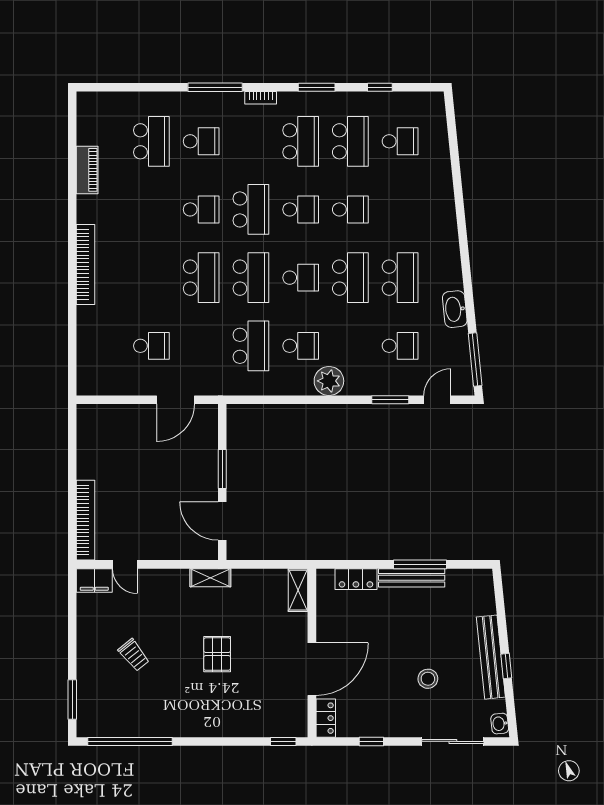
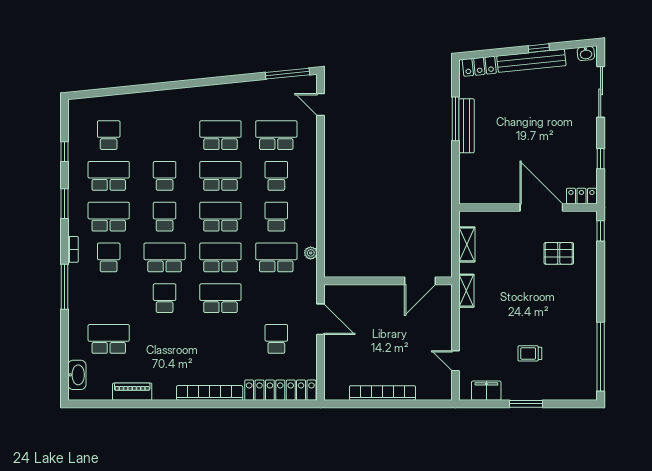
school desk: (201, 141) -> (109, 257), moved
school desk: (301, 278) -> (220, 217), width x1.85
washbasin: (455, 309) -> (77, 375), moved, turned -84
school desk: (350, 346) -> (276, 176), added
school desk: (400, 346) -> (276, 135), width x1.85
locker: (89, 351) -> (280, 390), added
plant: (329, 381) -> (311, 253), moved, width x0.53, depth x0.53
window: (390, 400) -> (321, 143), removed
window: (222, 469) -> (377, 281), removed
bookcase: (86, 520) -> (382, 393), moved
door: (125, 564) -> (455, 361), swing flipped
locker: (356, 579) -> (479, 66), moved, turned 84
filing cabinet: (94, 580) -> (486, 391), moved, turned -90
shelving: (298, 590) -> (467, 244), moved, turned 90
pallet: (217, 654) -> (559, 253), moved
trolley: (134, 655) -> (530, 353), turned -141
stool: (428, 679) -> (549, 112), removed
window: (72, 700) -> (526, 404), moved

